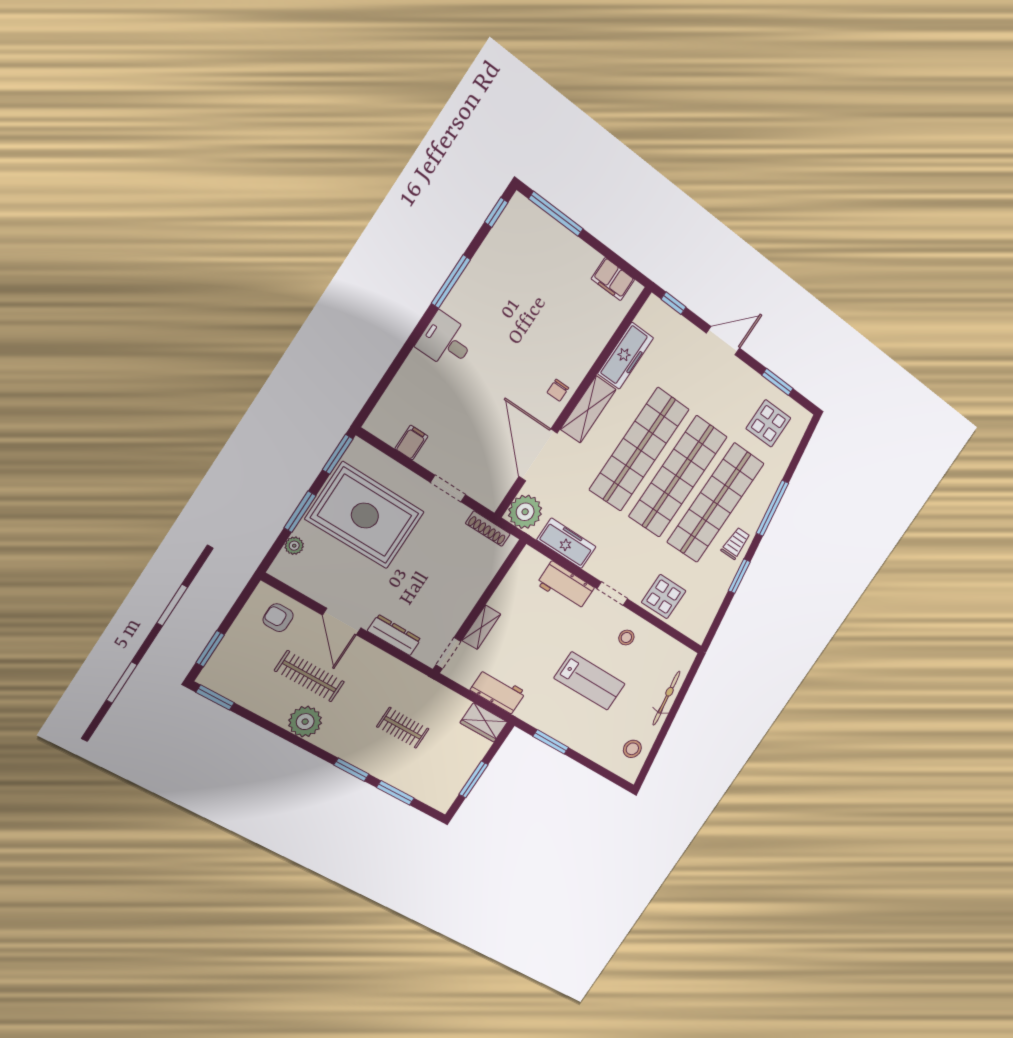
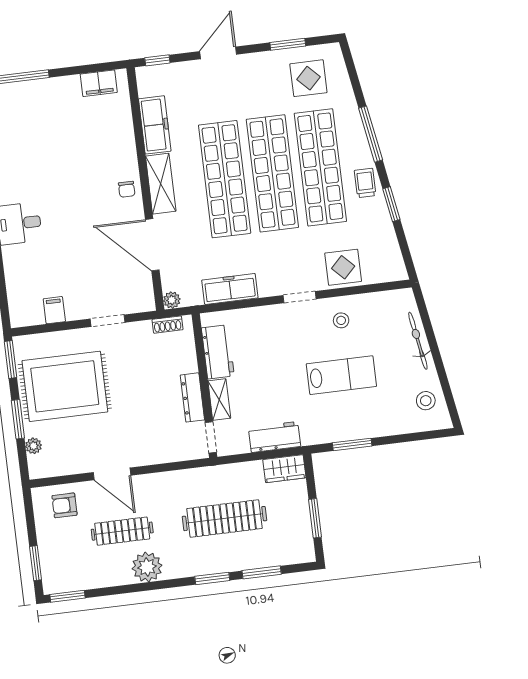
plant: (525, 512) -> (172, 300), width x0.53, depth x0.53
shoe rack: (488, 529) -> (167, 325), width x0.70
workbench: (566, 586) -> (218, 352), moved, turned -90
dresser: (394, 635) -> (192, 397), moved, turned -90
clothes rail: (403, 728) -> (224, 519), width x1.86, depth x1.31

